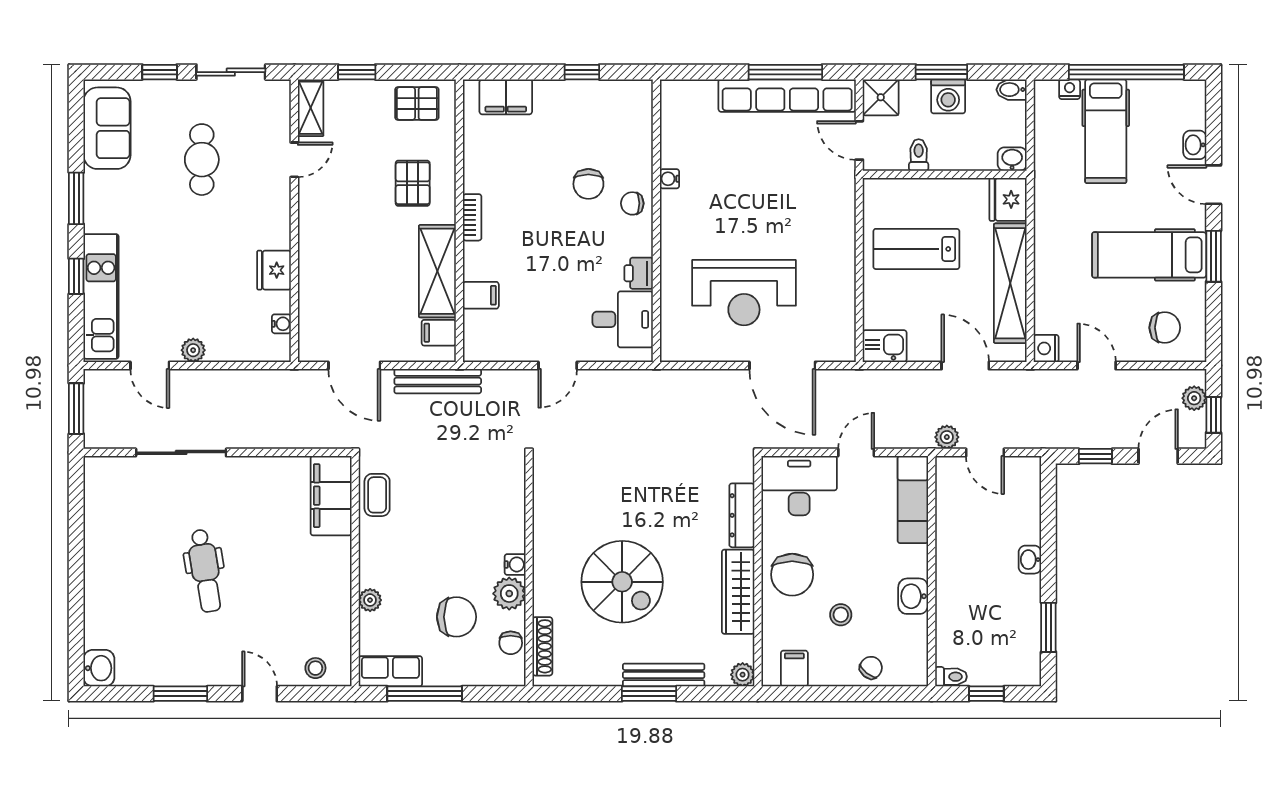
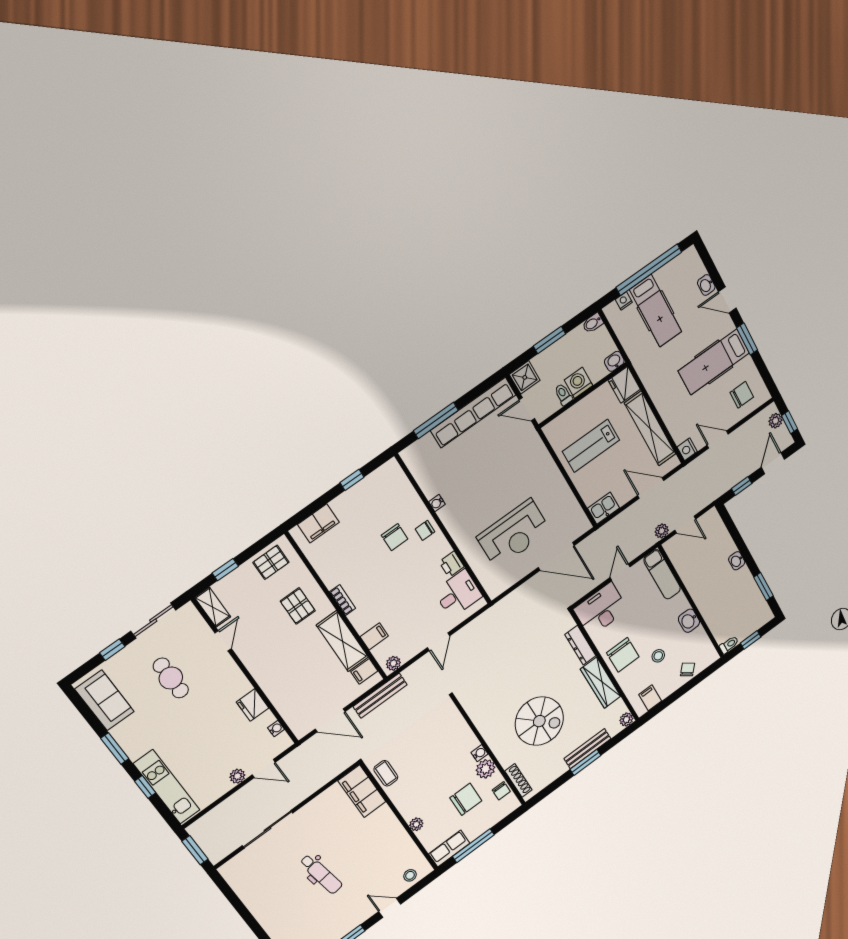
window: (785, 72) -> (436, 421), moved
washing machine: (948, 96) -> (578, 383), moved, turned 180
plant: (482, 350) -> (393, 663), added
door: (150, 365) -> (264, 769), moved

